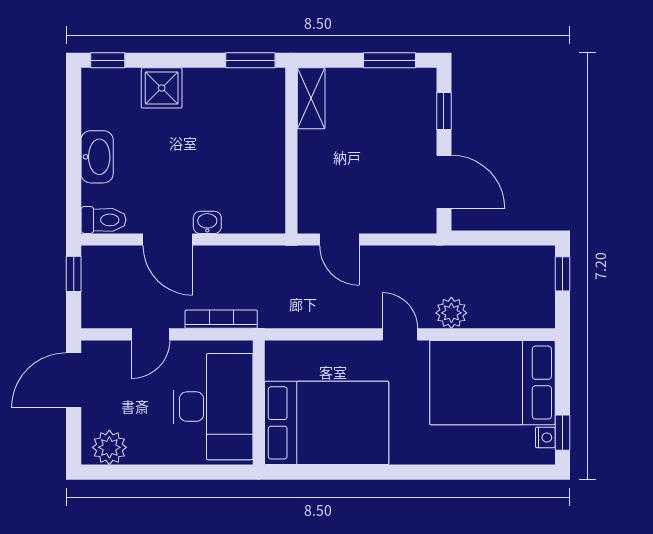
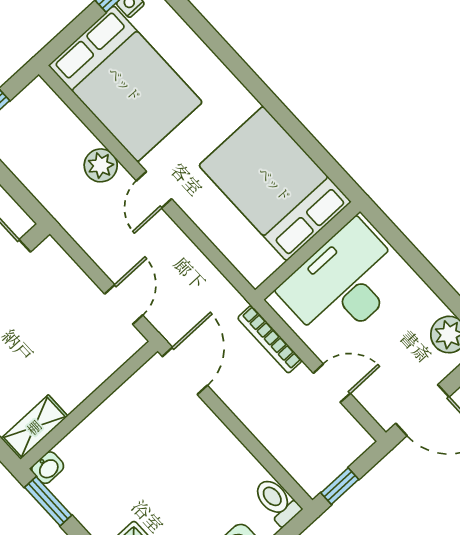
washbasin: (207, 222) -> (48, 468), moved, turned -90
door: (168, 240) -> (185, 371), moved

